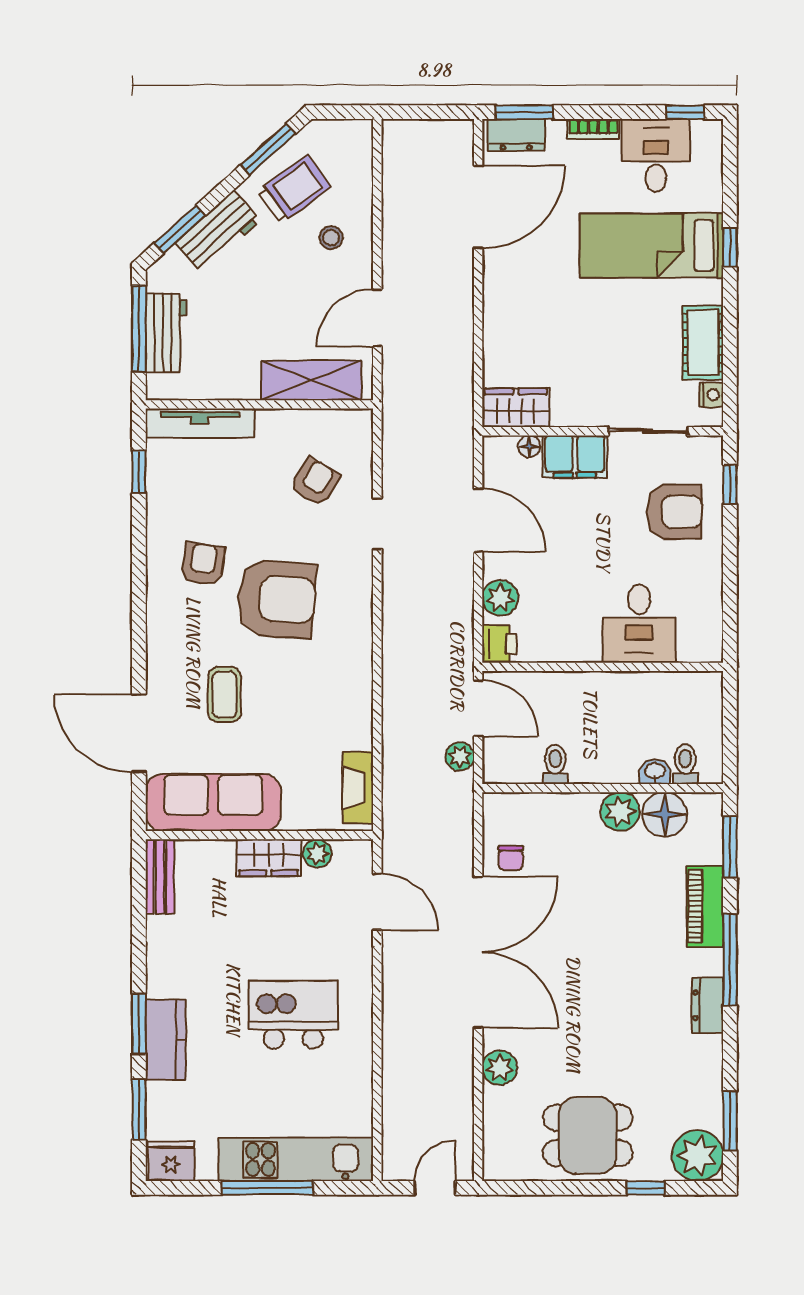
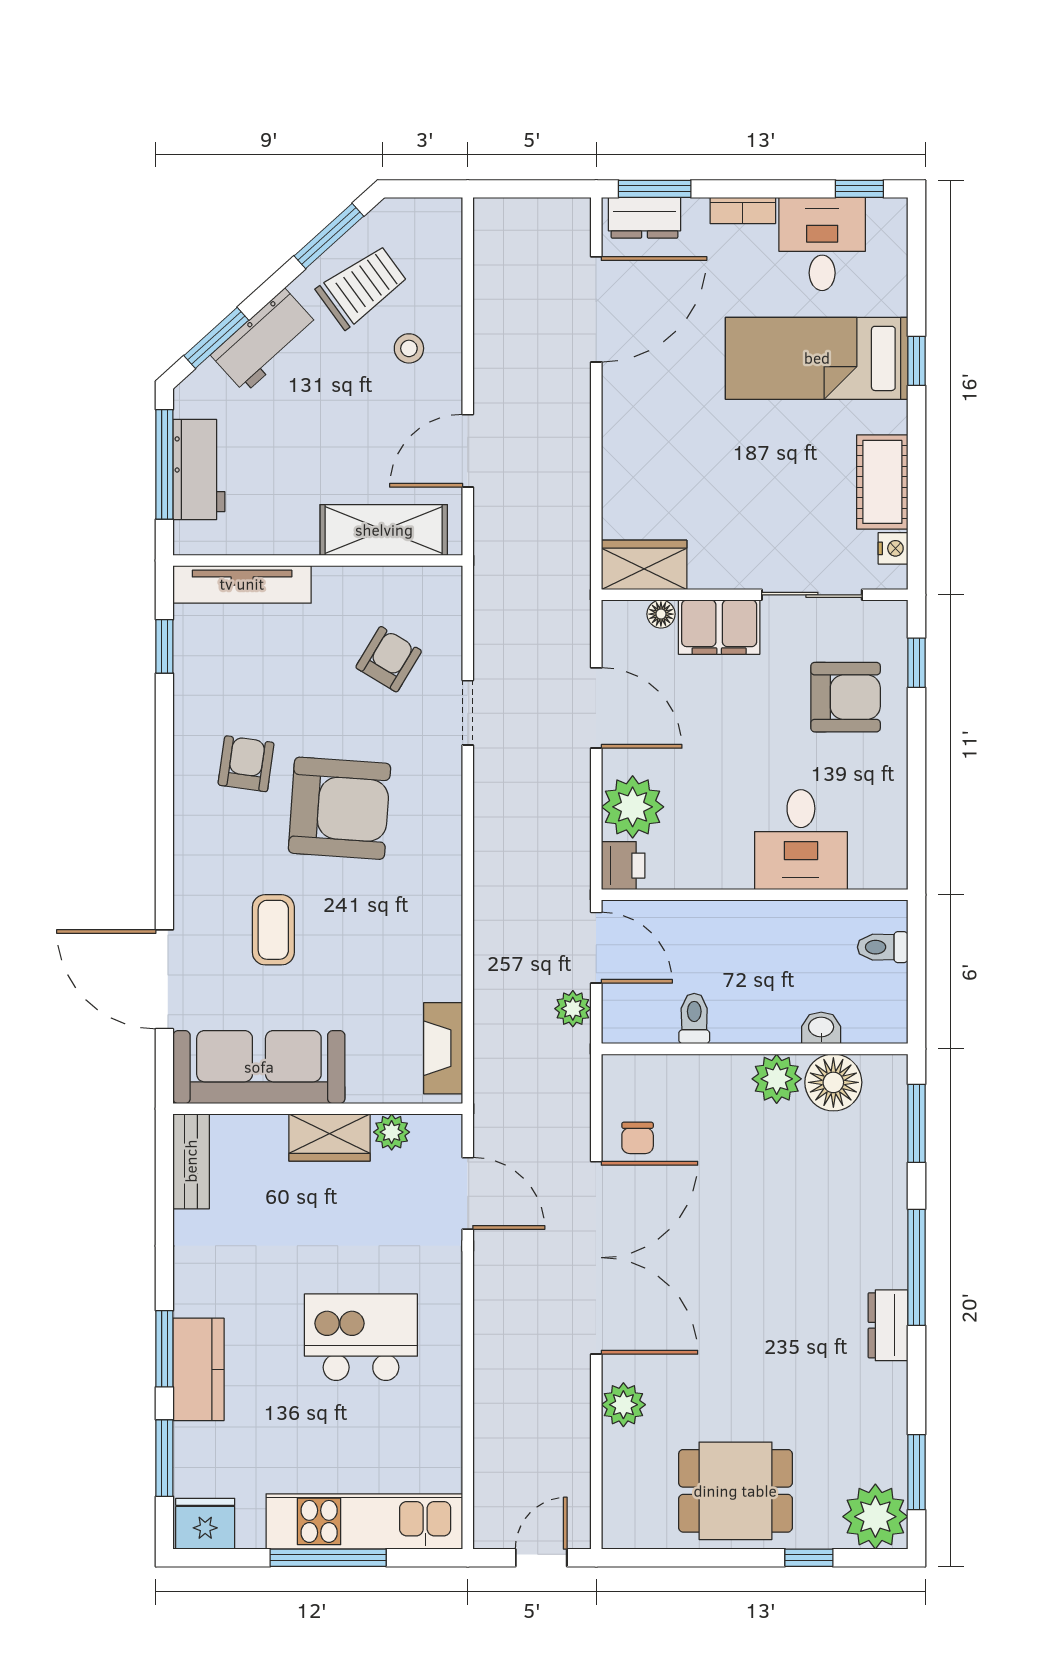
plant: (500, 598) -> (633, 807), width x1.36, depth x1.36
toilet: (685, 764) -> (883, 947), moved, turned -90
piano: (705, 906) -> (885, 1199), removed

